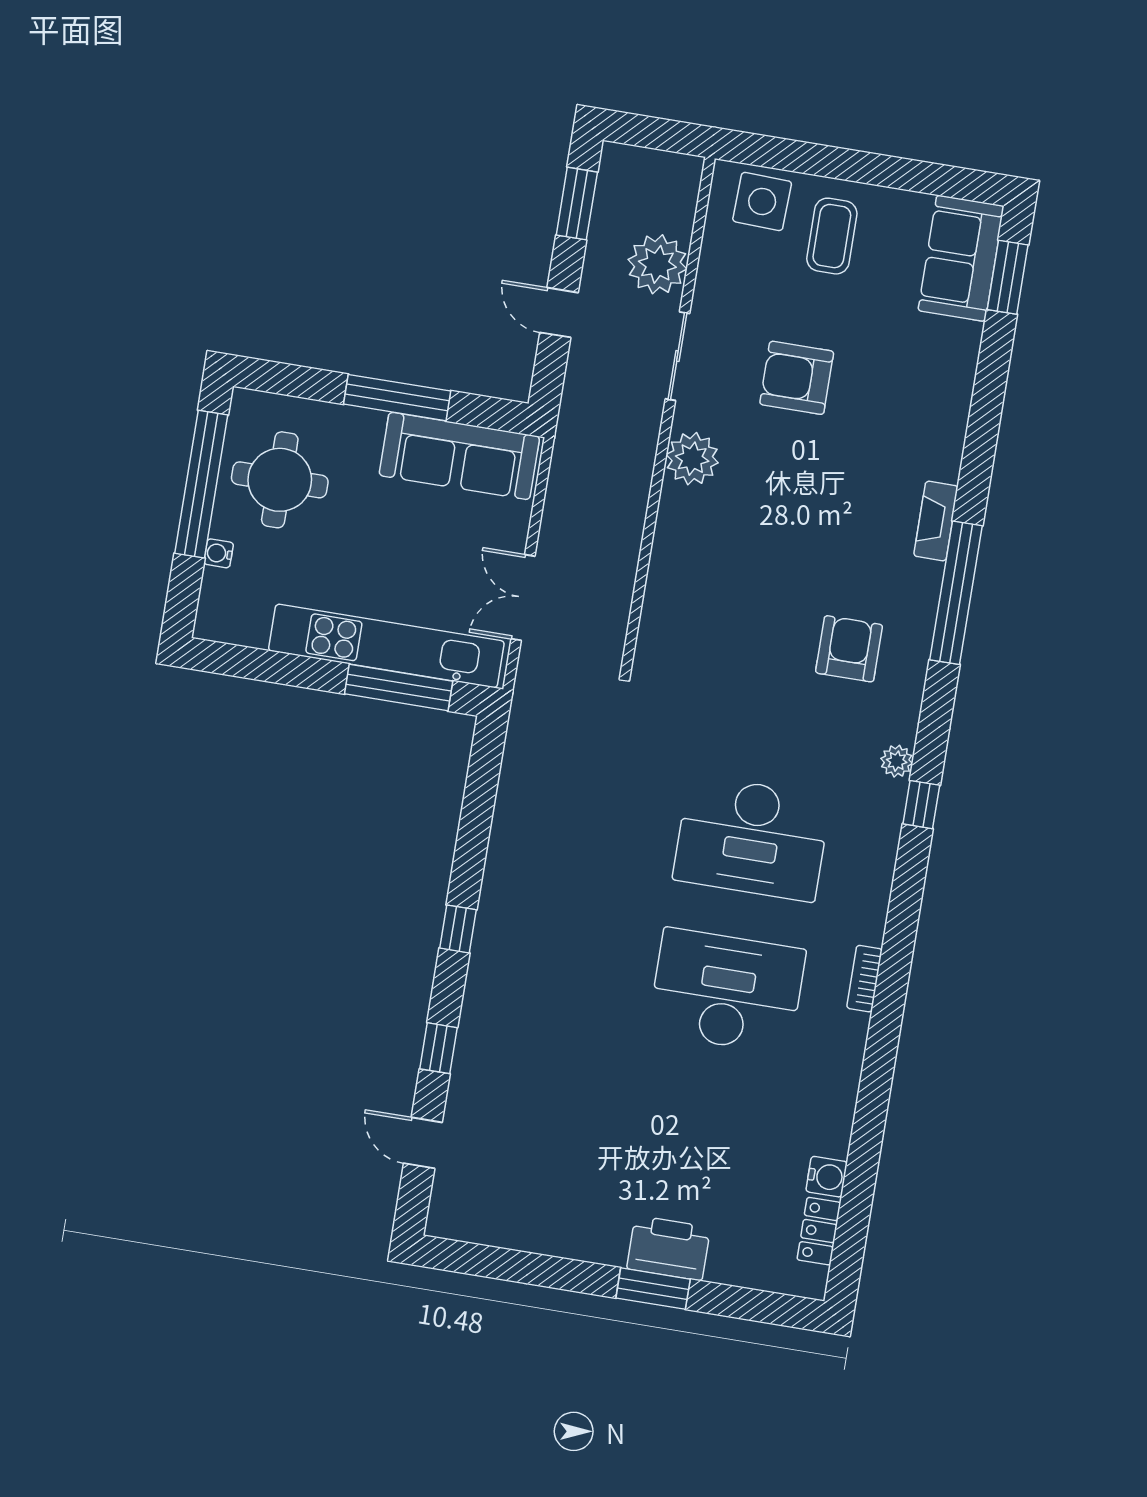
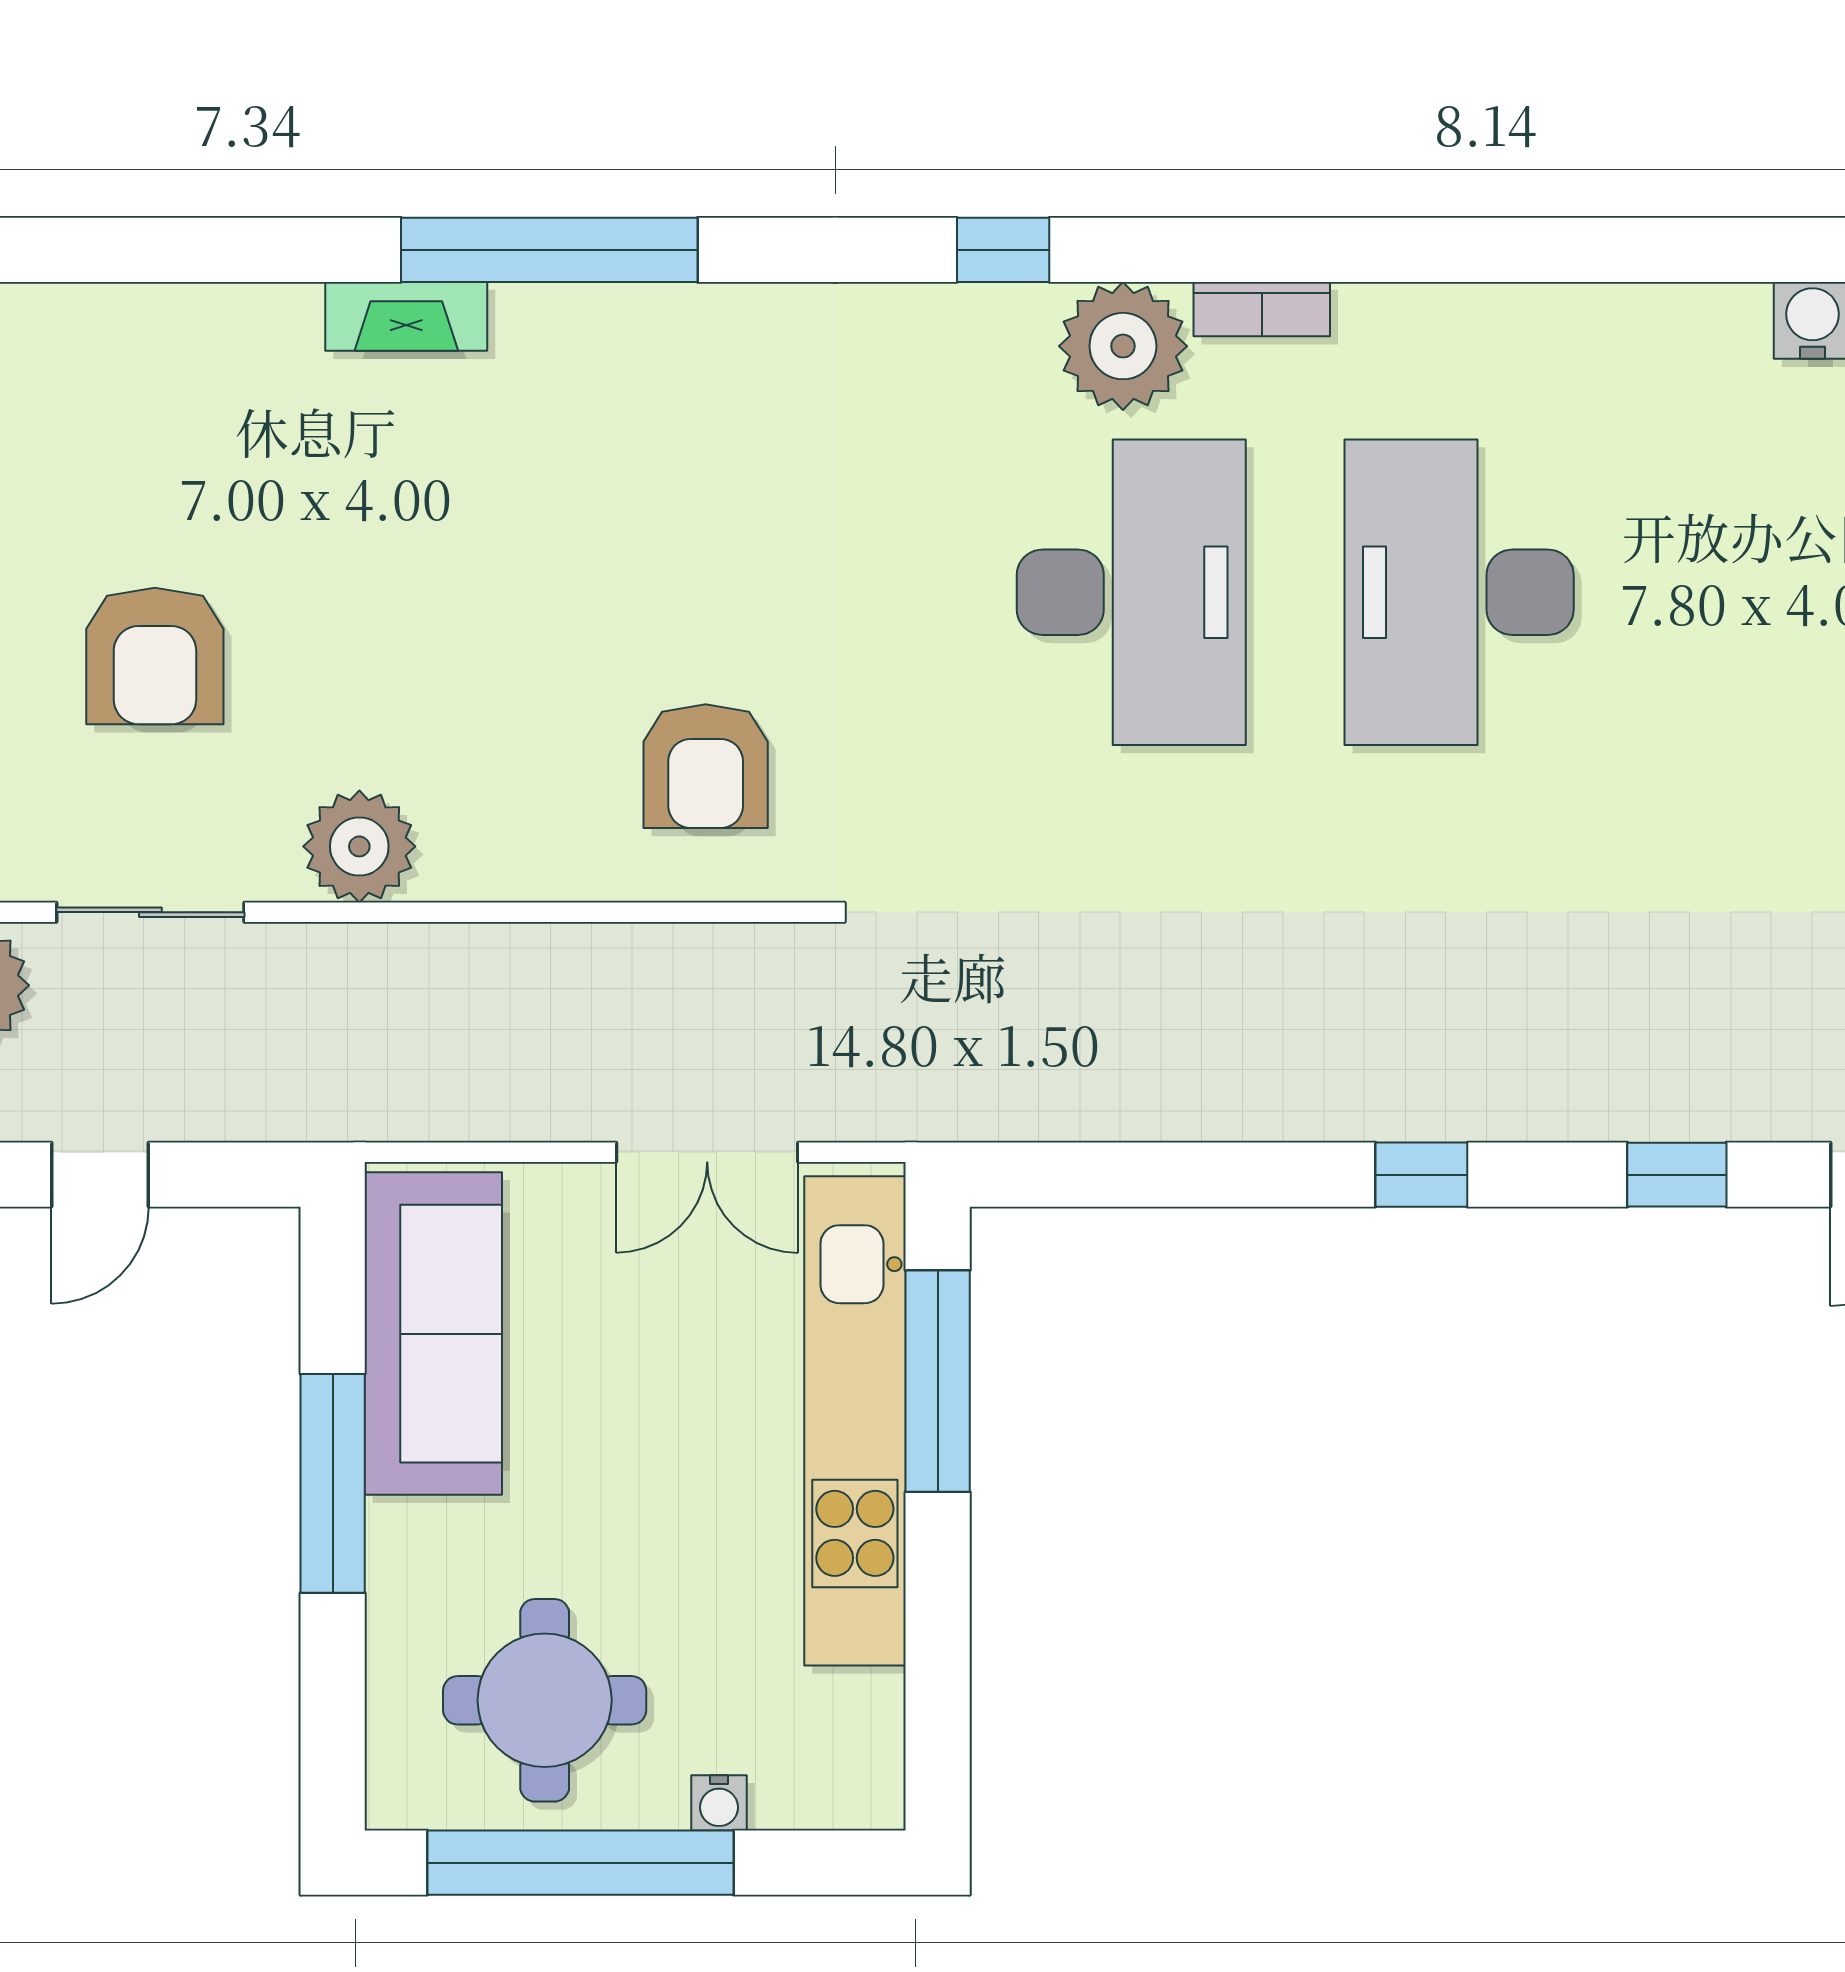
armchair: (849, 649) -> (706, 766), moved, turned -90
plant: (897, 761) -> (1123, 346), moved, width x1.88, depth x1.88
bookcase: (864, 979) -> (1262, 309), moved

